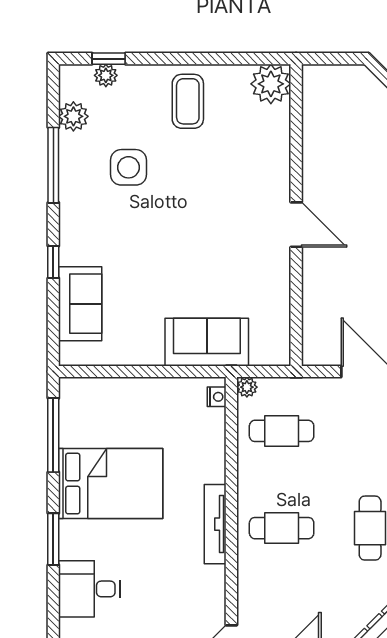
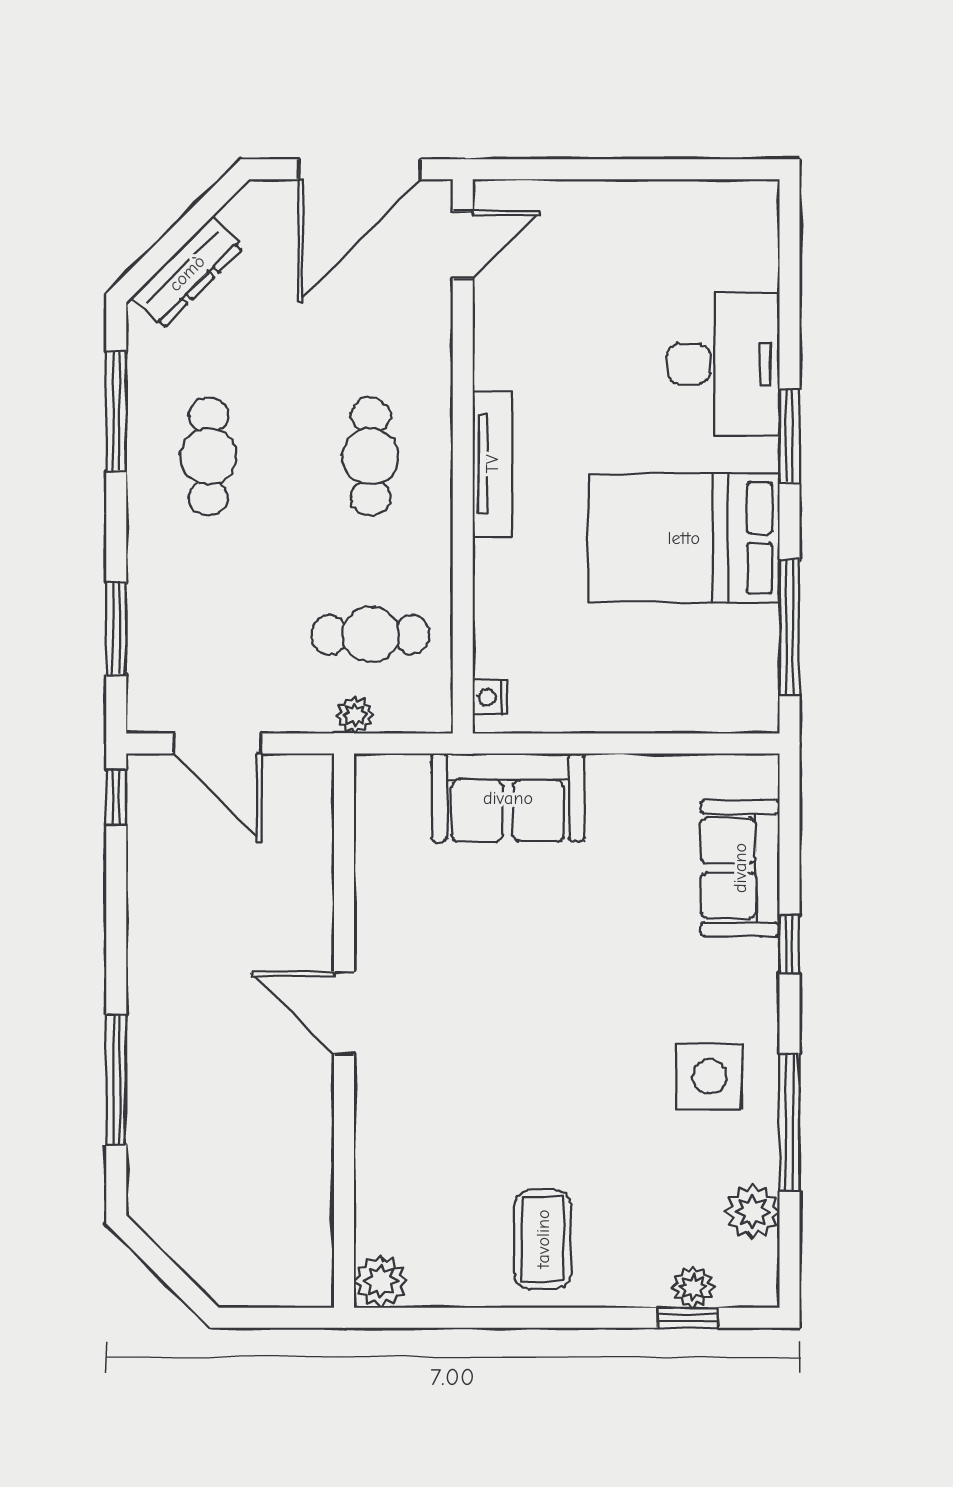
plant: (271, 84) -> (381, 1281), width x0.73, depth x0.73
side table: (129, 167) -> (710, 1077), moved
plant: (247, 387) -> (355, 715), moved
cafe table: (282, 528) -> (371, 456), turned 90
desk: (89, 589) -> (723, 364), width x1.37

